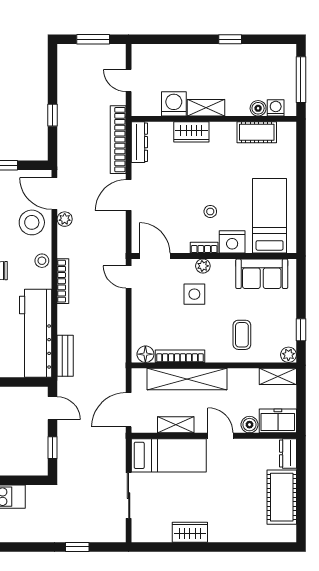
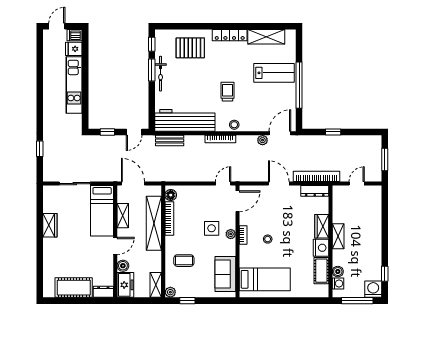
window: (230, 39) -> (385, 274), moved
washing machine: (174, 104) -> (373, 289), moved, turned -90
stool: (32, 222) -> (260, 118), removed
nightstand: (232, 242) -> (321, 248), moved, turned 180

